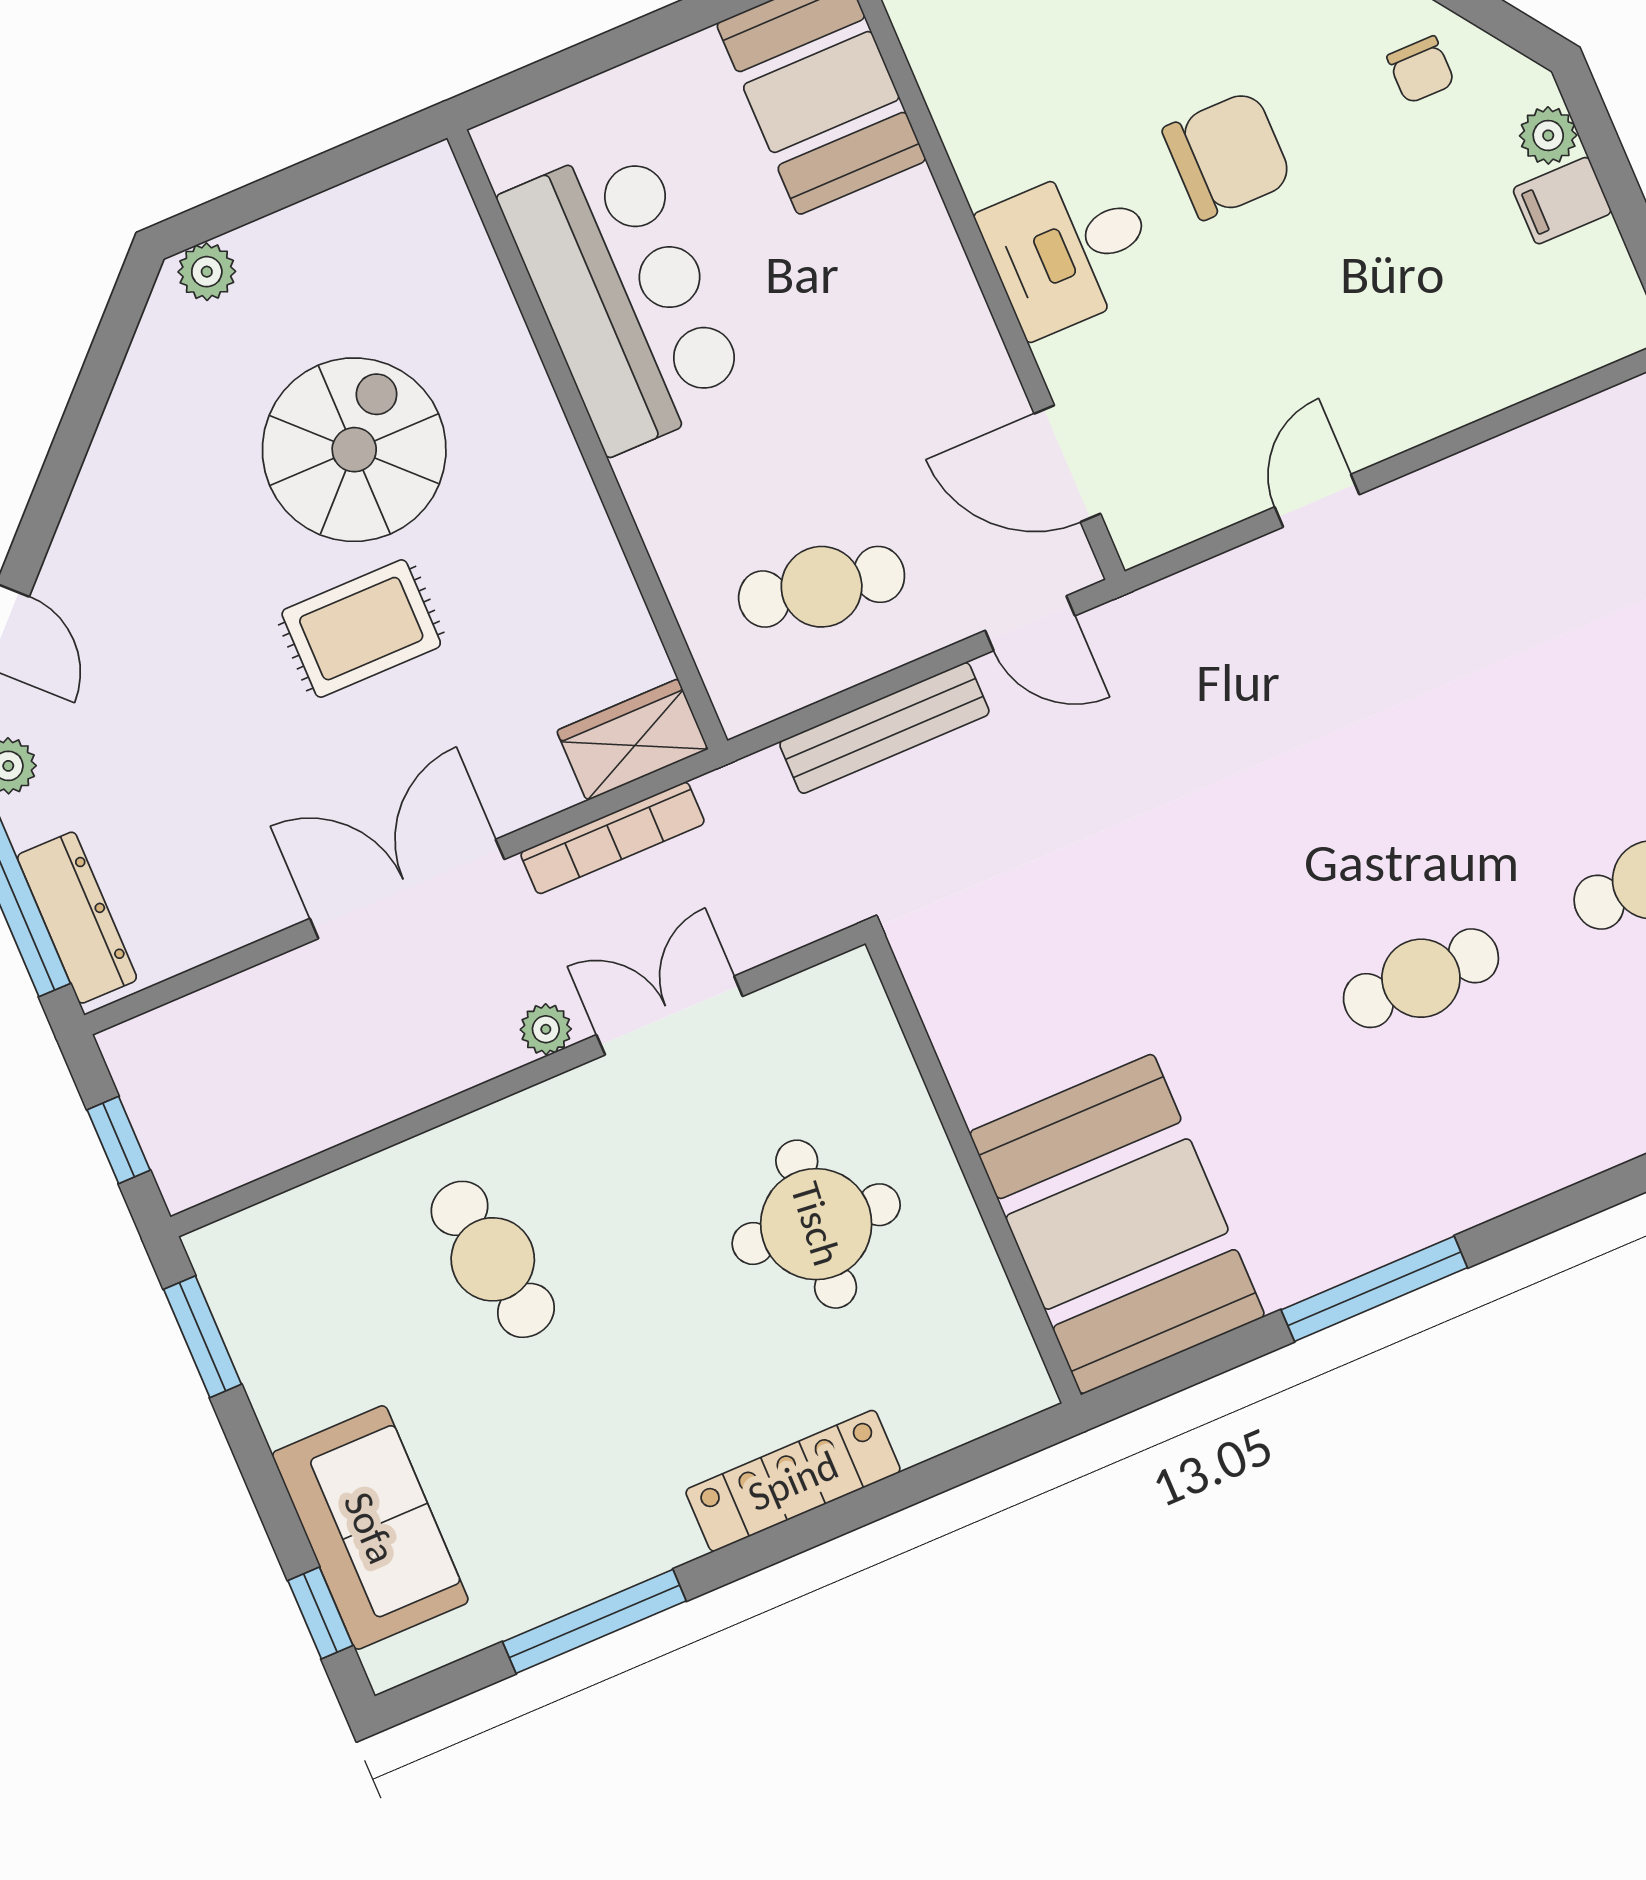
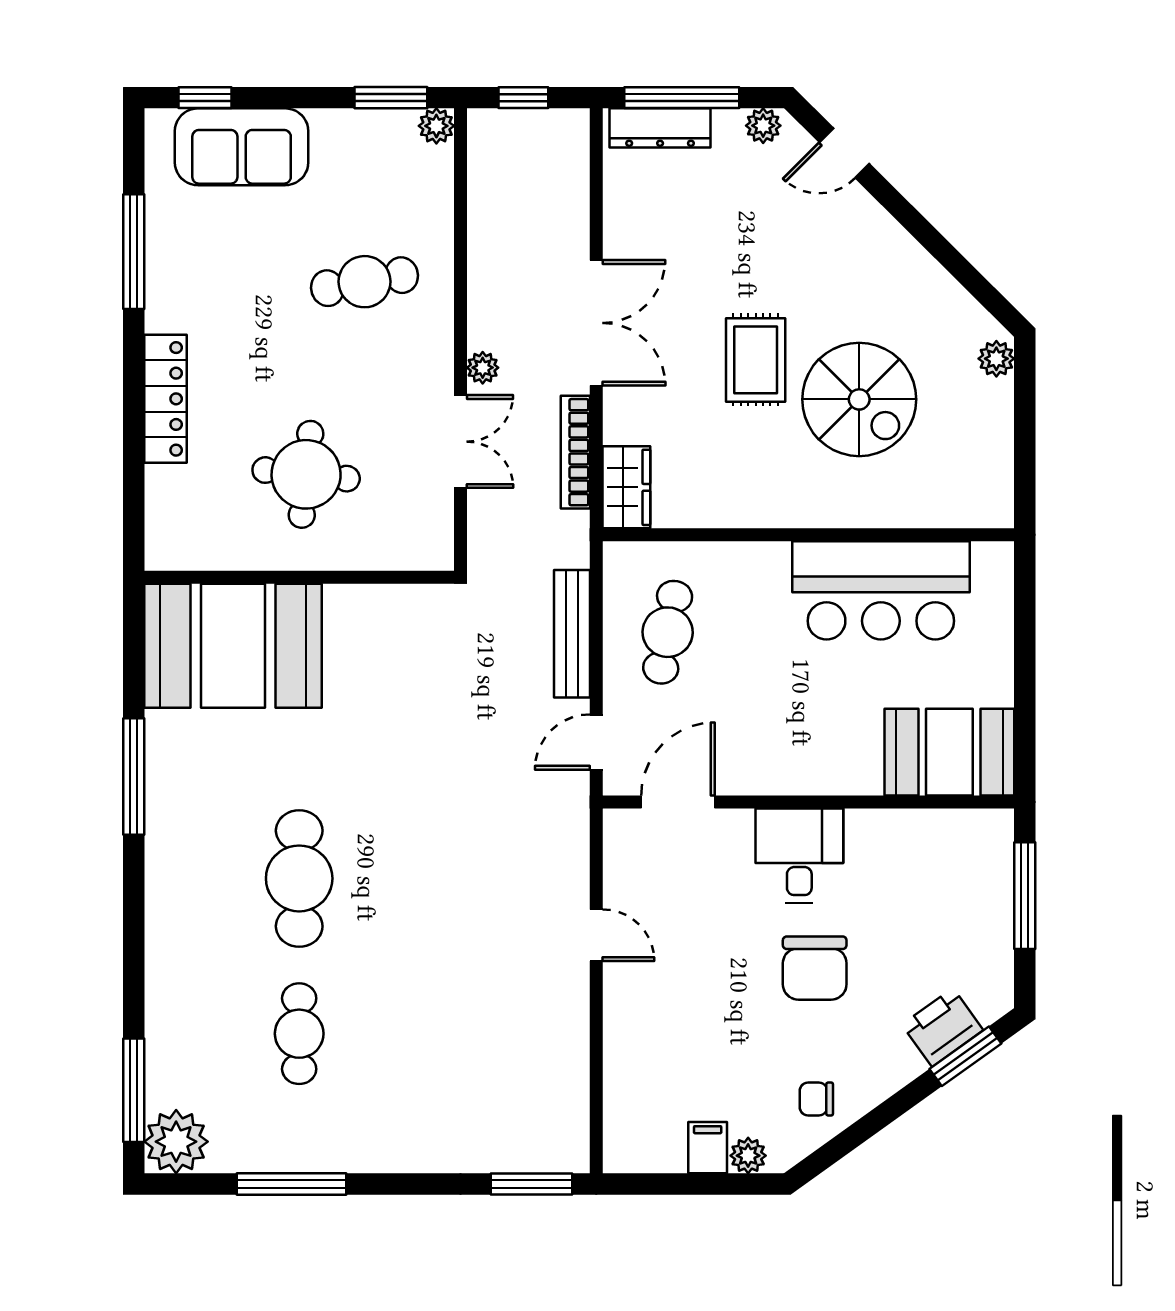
cafe table: (1421, 978) -> (299, 878), width x1.37, depth x1.35
plant: (216, 1251) -> (436, 126), added

